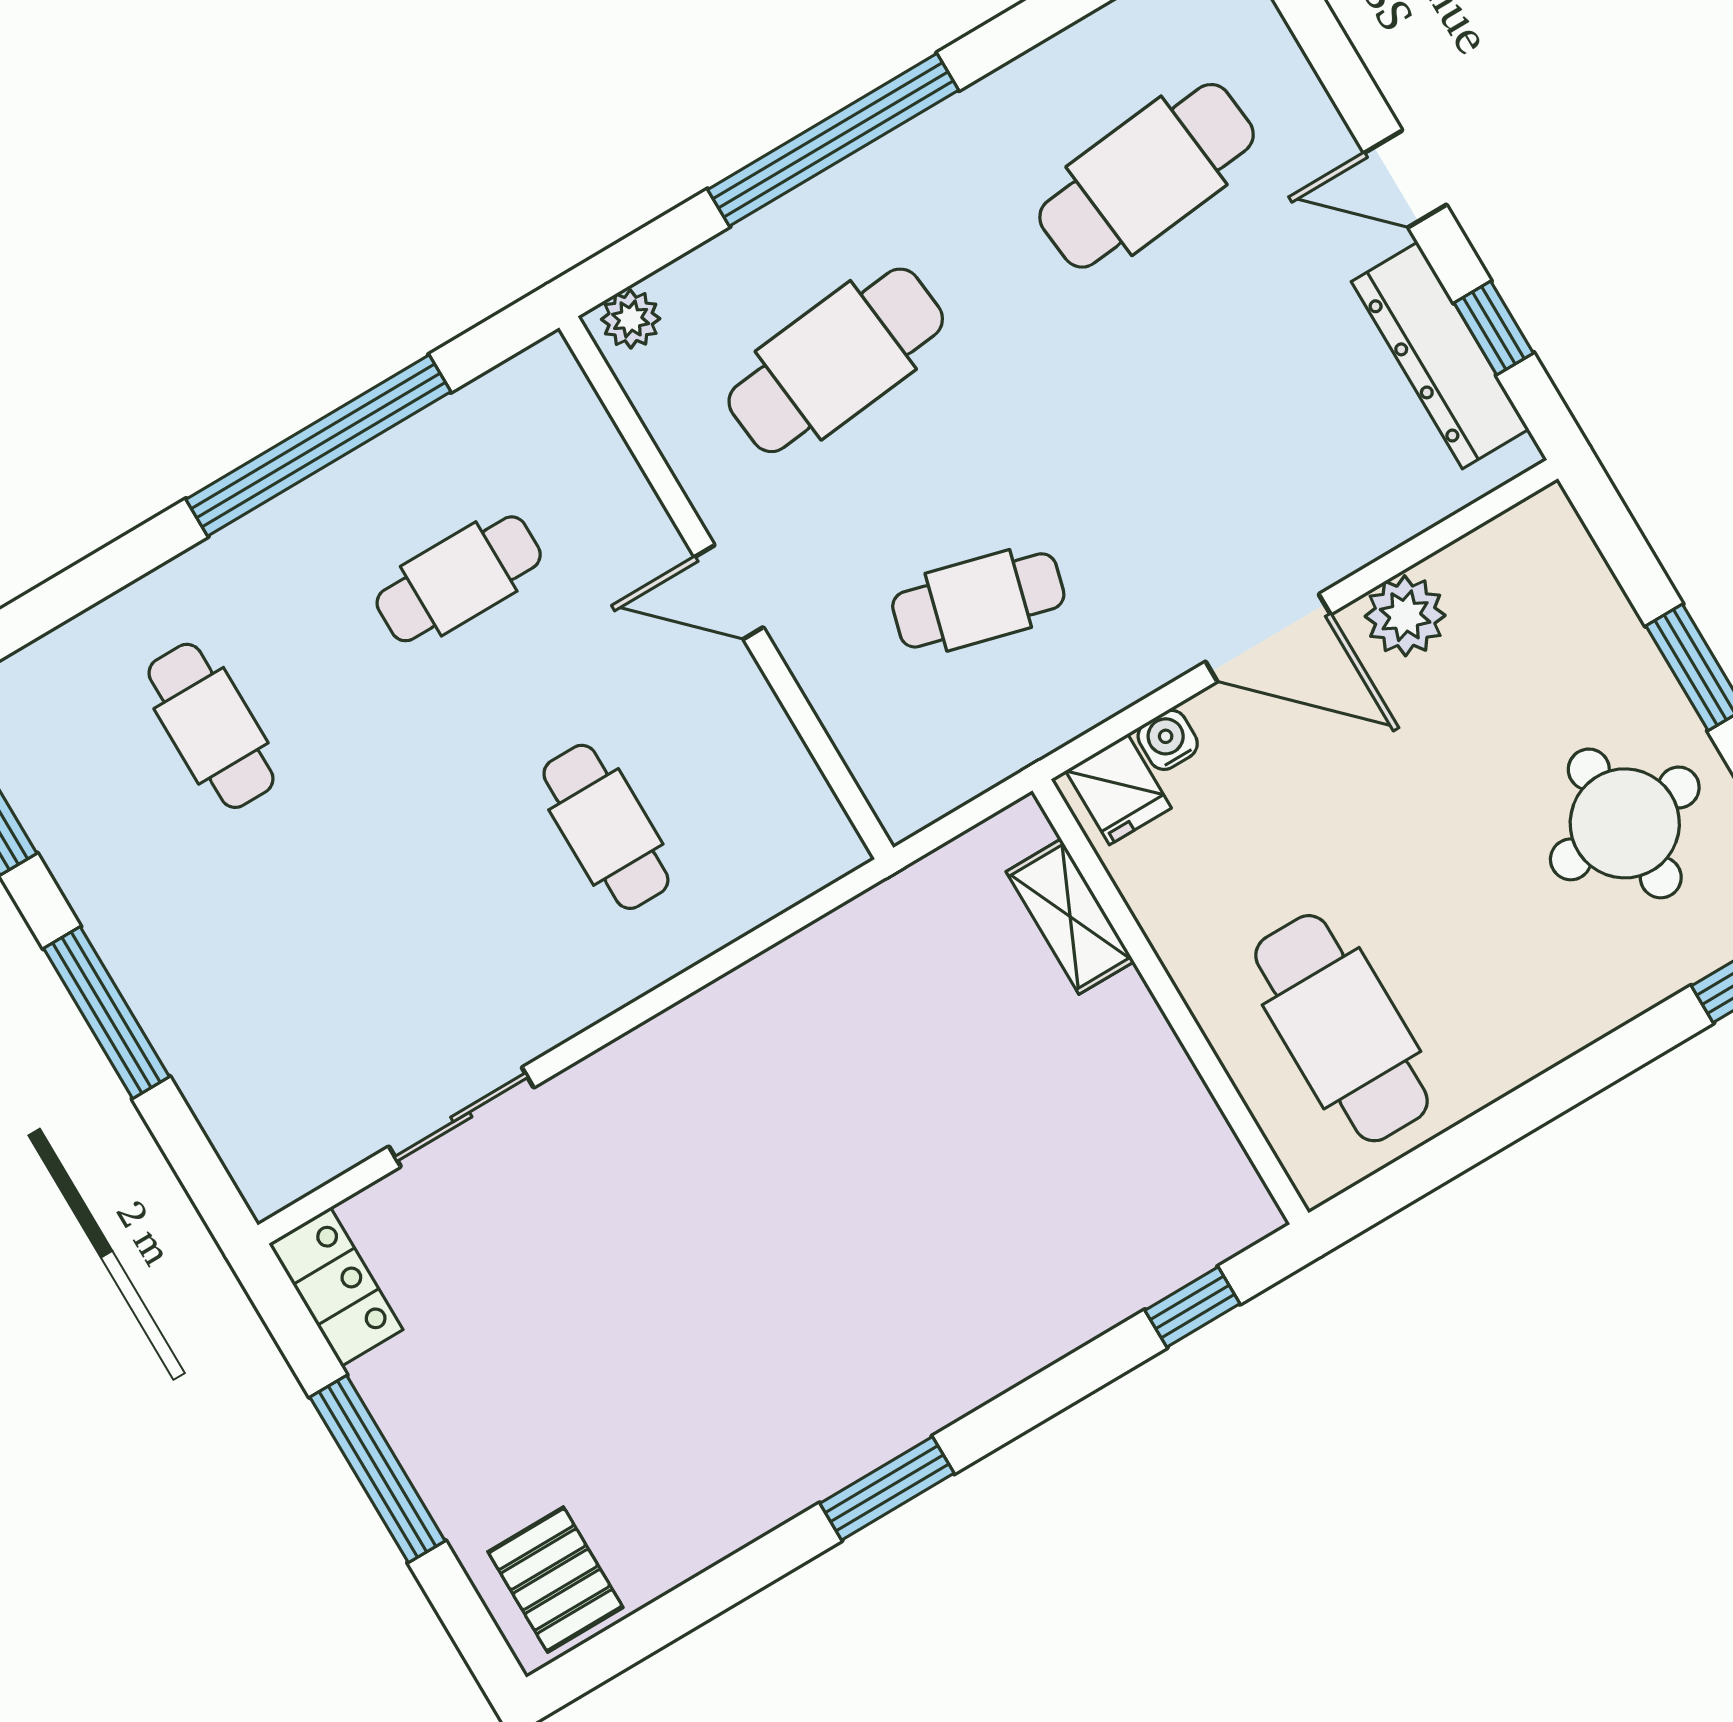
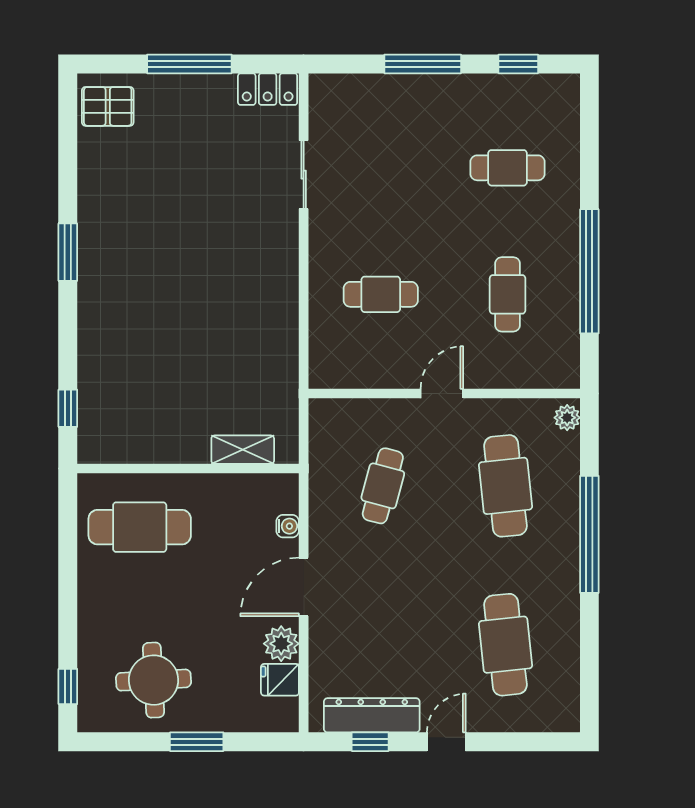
fridge: (1118, 789) -> (280, 680), moved

